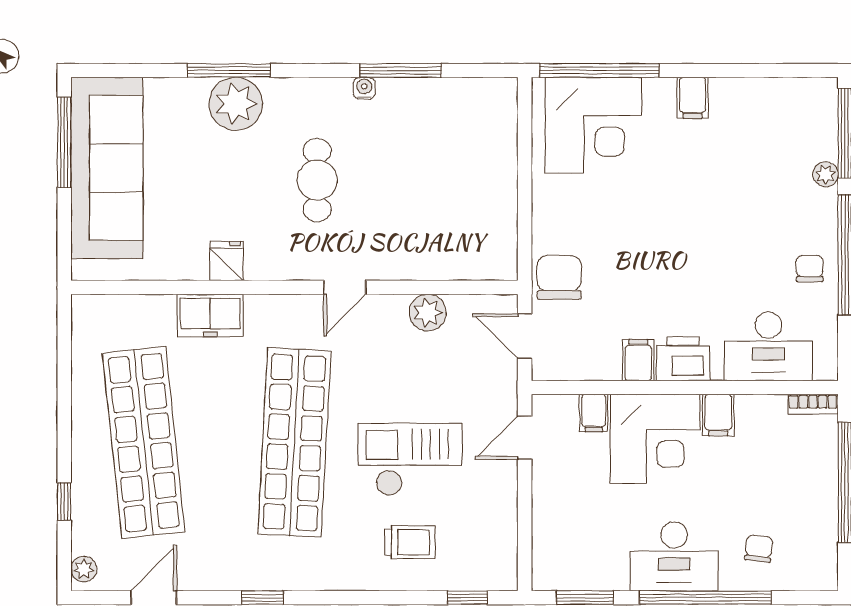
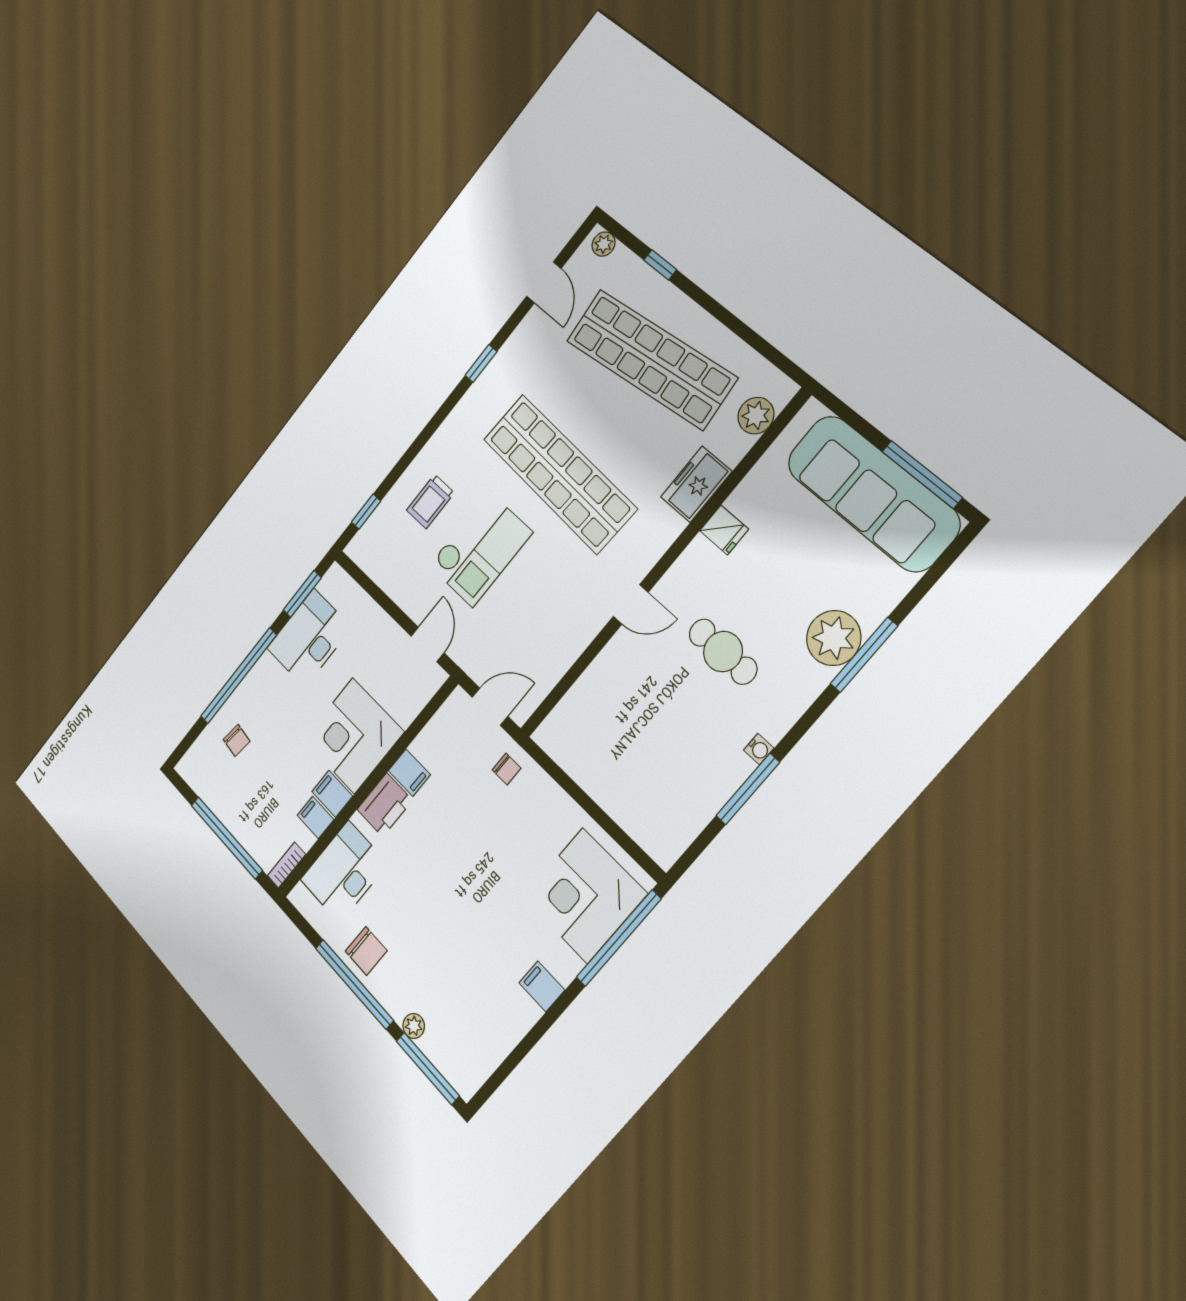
chair: (810, 269) -> (366, 951), width x1.37, depth x1.37
chair: (559, 277) -> (507, 769), width x0.54, depth x0.54
door: (345, 287) -> (631, 604), swing flipped
plant: (428, 313) -> (756, 416), moved
filing cabinet: (594, 413) -> (316, 817), moved
desk: (674, 556) -> (309, 638), moved

